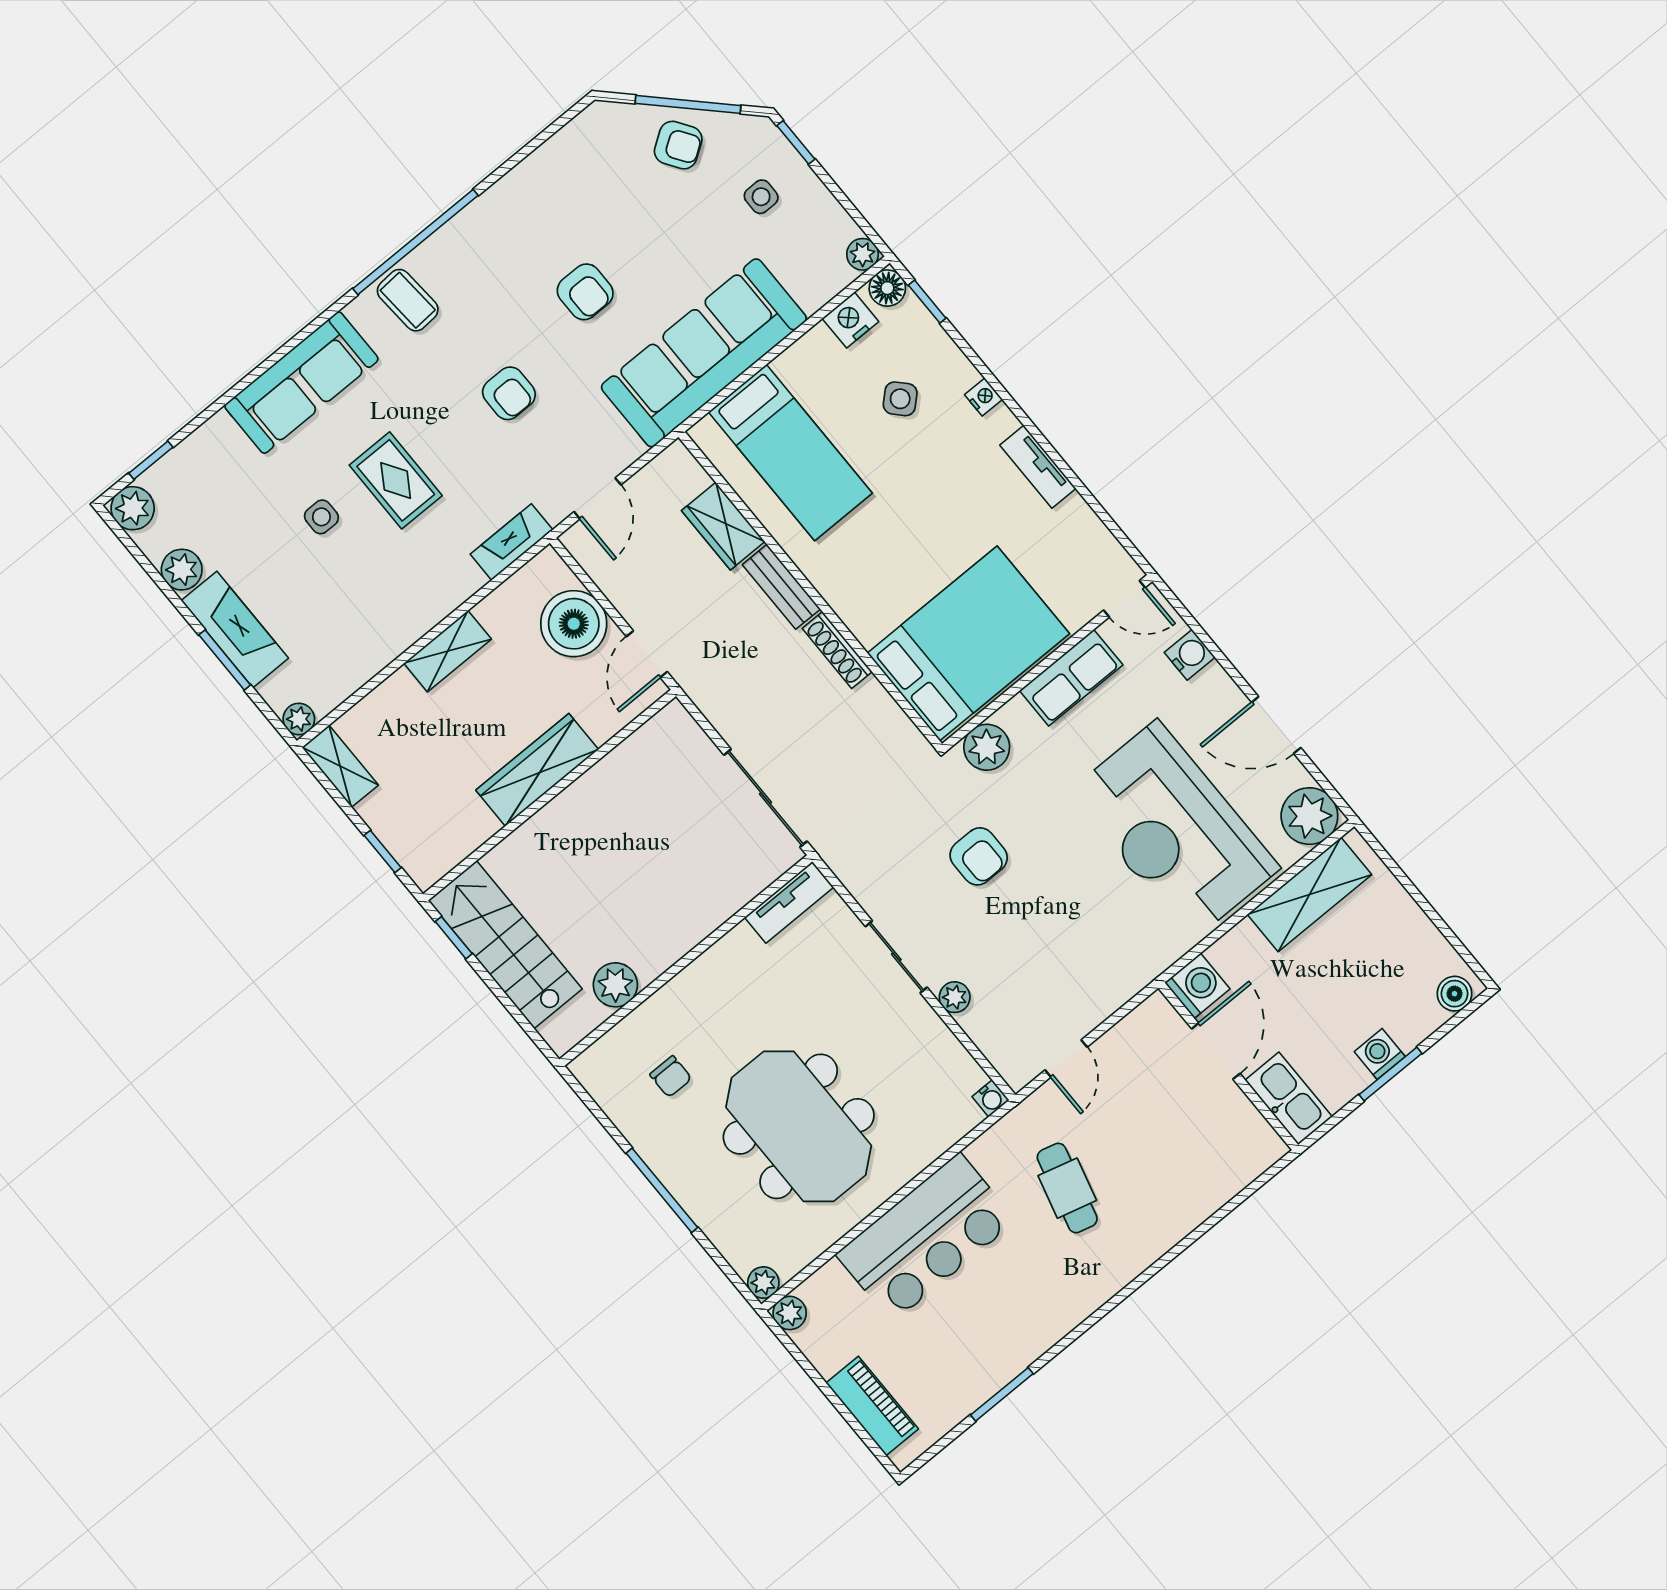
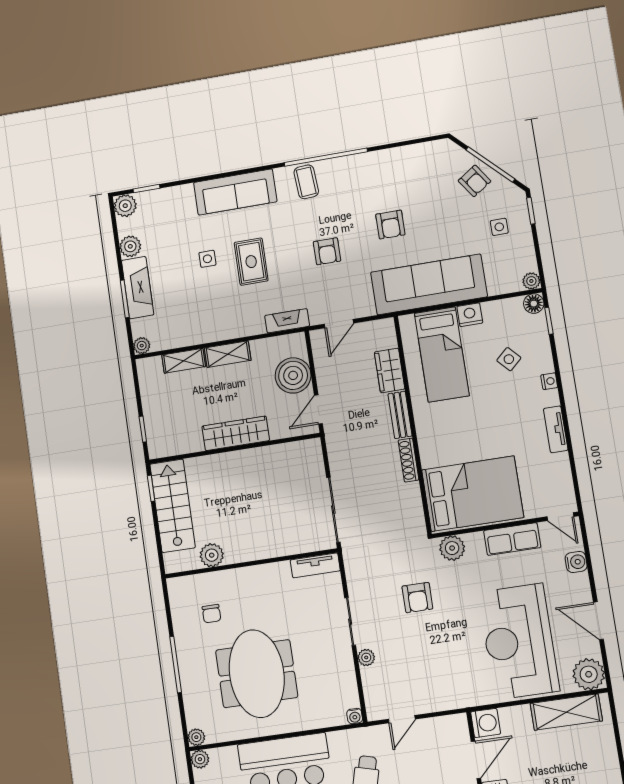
nightstand: (850, 320) -> (470, 315), moved
shelving: (340, 766) -> (184, 361), moved, turned 90

